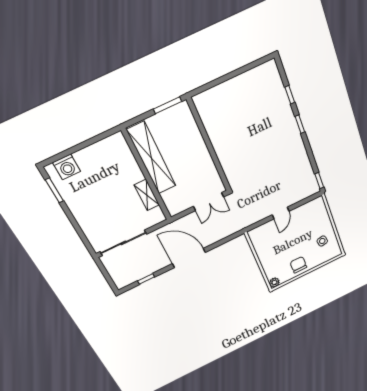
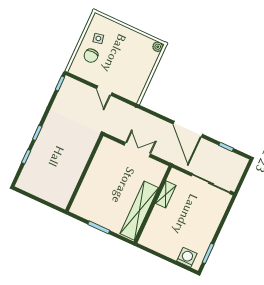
wall: (209, 146) -> (84, 173), moved
door: (281, 213) -> (104, 91), swing flipped
chair: (298, 265) -> (91, 56), moved

